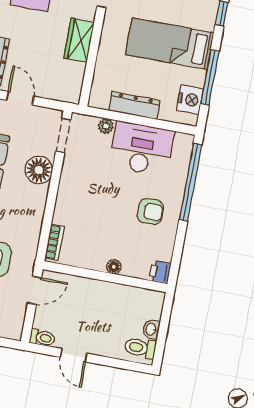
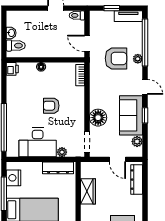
wardrobe: (79, 40) -> (88, 191), moved
dresser: (134, 105) -> (58, 168), moved
armchair: (150, 212) -> (51, 106), moved
door: (34, 290) -> (87, 43), hinge flipped
toilet: (140, 348) -> (16, 46), moved

